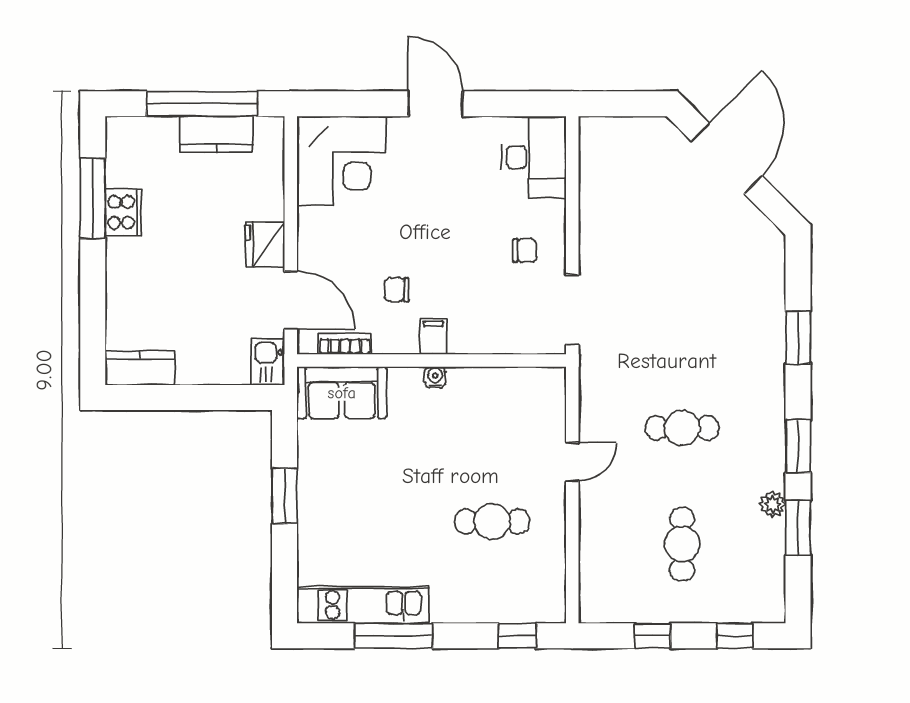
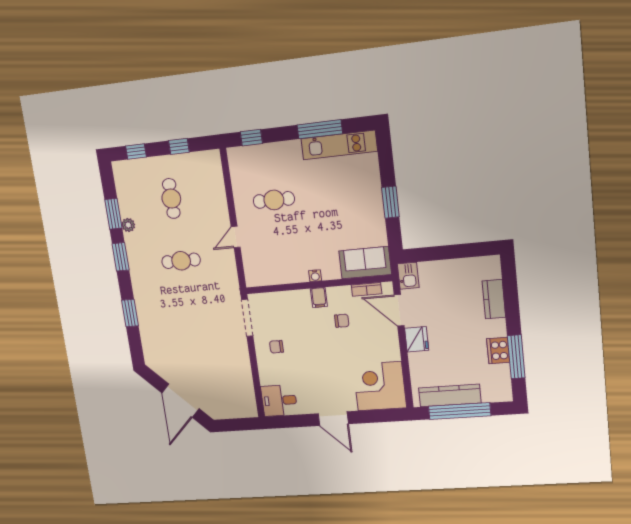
kitchen counter: (217, 134) -> (450, 396), width x1.50
desk: (534, 157) -> (279, 400), width x0.73
kitchen counter: (140, 368) -> (494, 299), moved, turned 90

